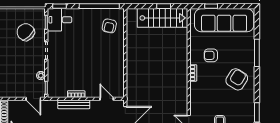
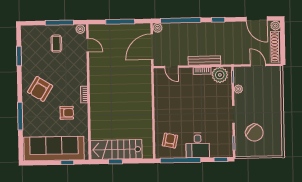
desk: (59, 20) -> (198, 145), moved, turned 90
plant: (59, 90) -> (220, 75), added
door: (33, 99) -> (258, 65), moved

